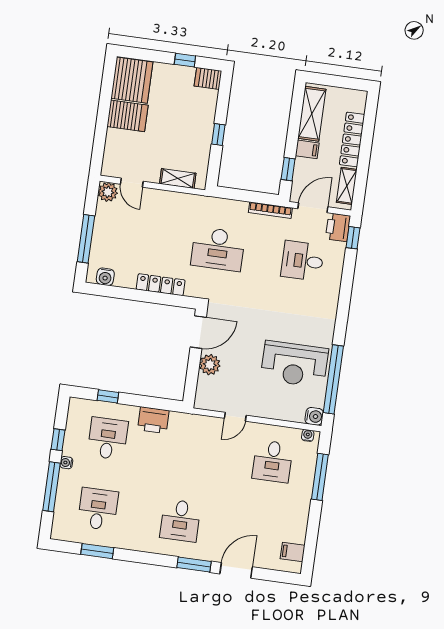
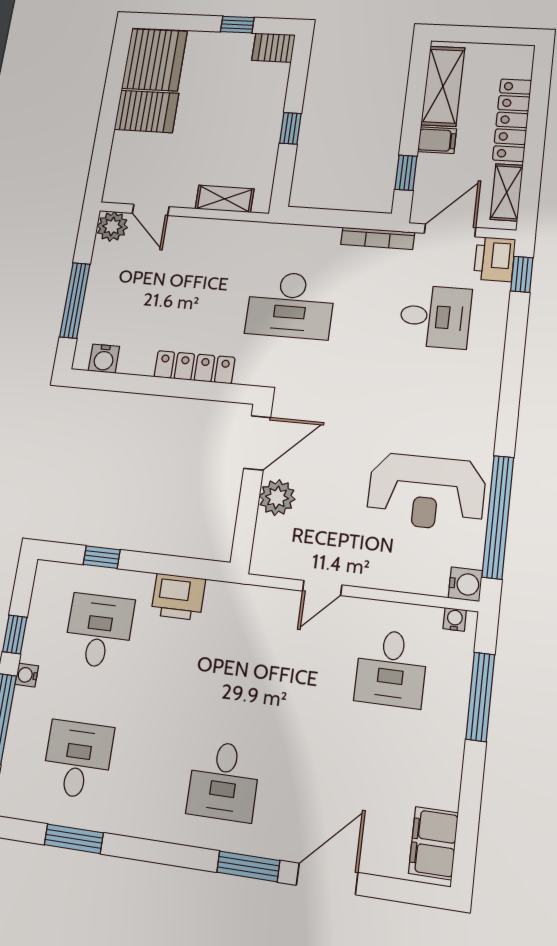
desk: (303, 261) -> (435, 317), turned 180
filing cabinet: (293, 552) -> (433, 843), width x2.00

